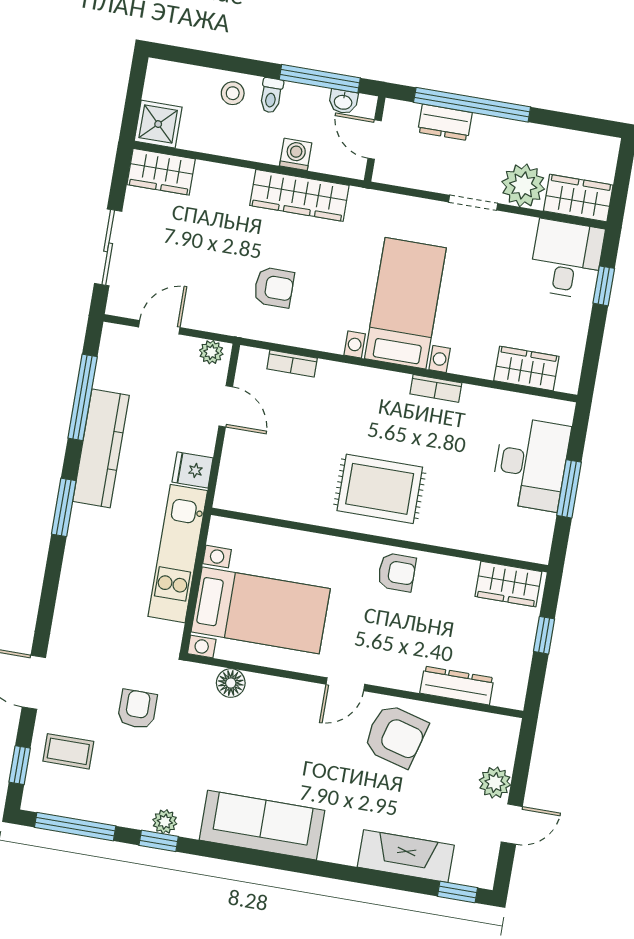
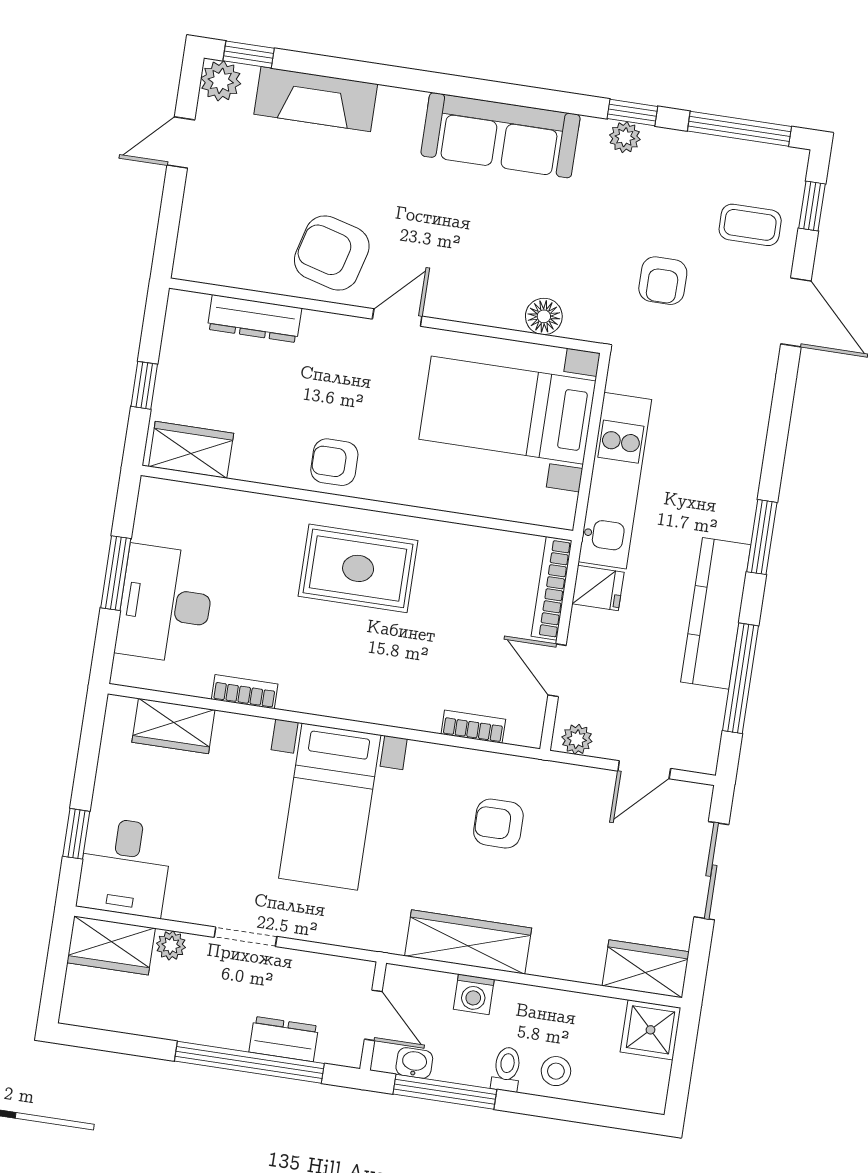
plant: (523, 185) -> (171, 945), width x0.53, depth x0.53
bookcase: (436, 388) -> (245, 692), moved
bookcase: (229, 470) -> (552, 588), added
plant: (495, 783) -> (221, 81), moved

